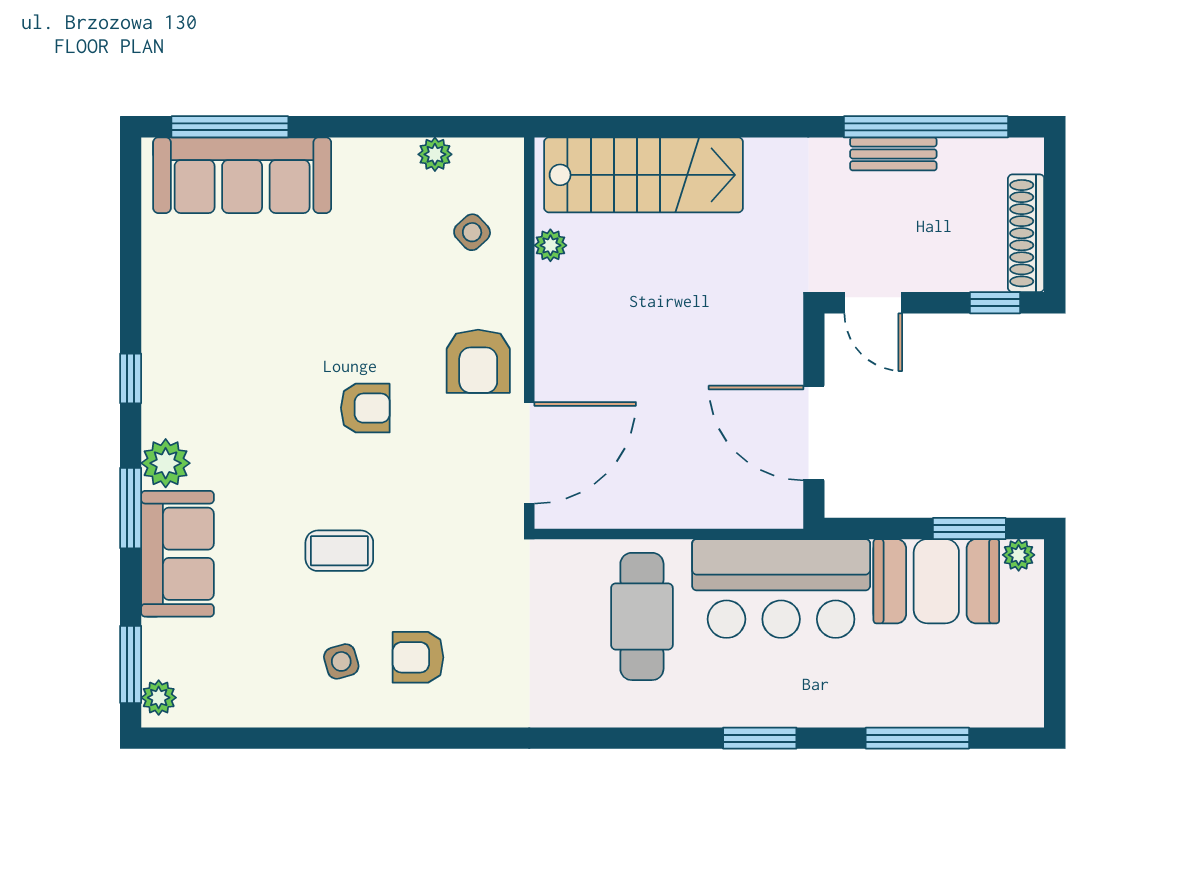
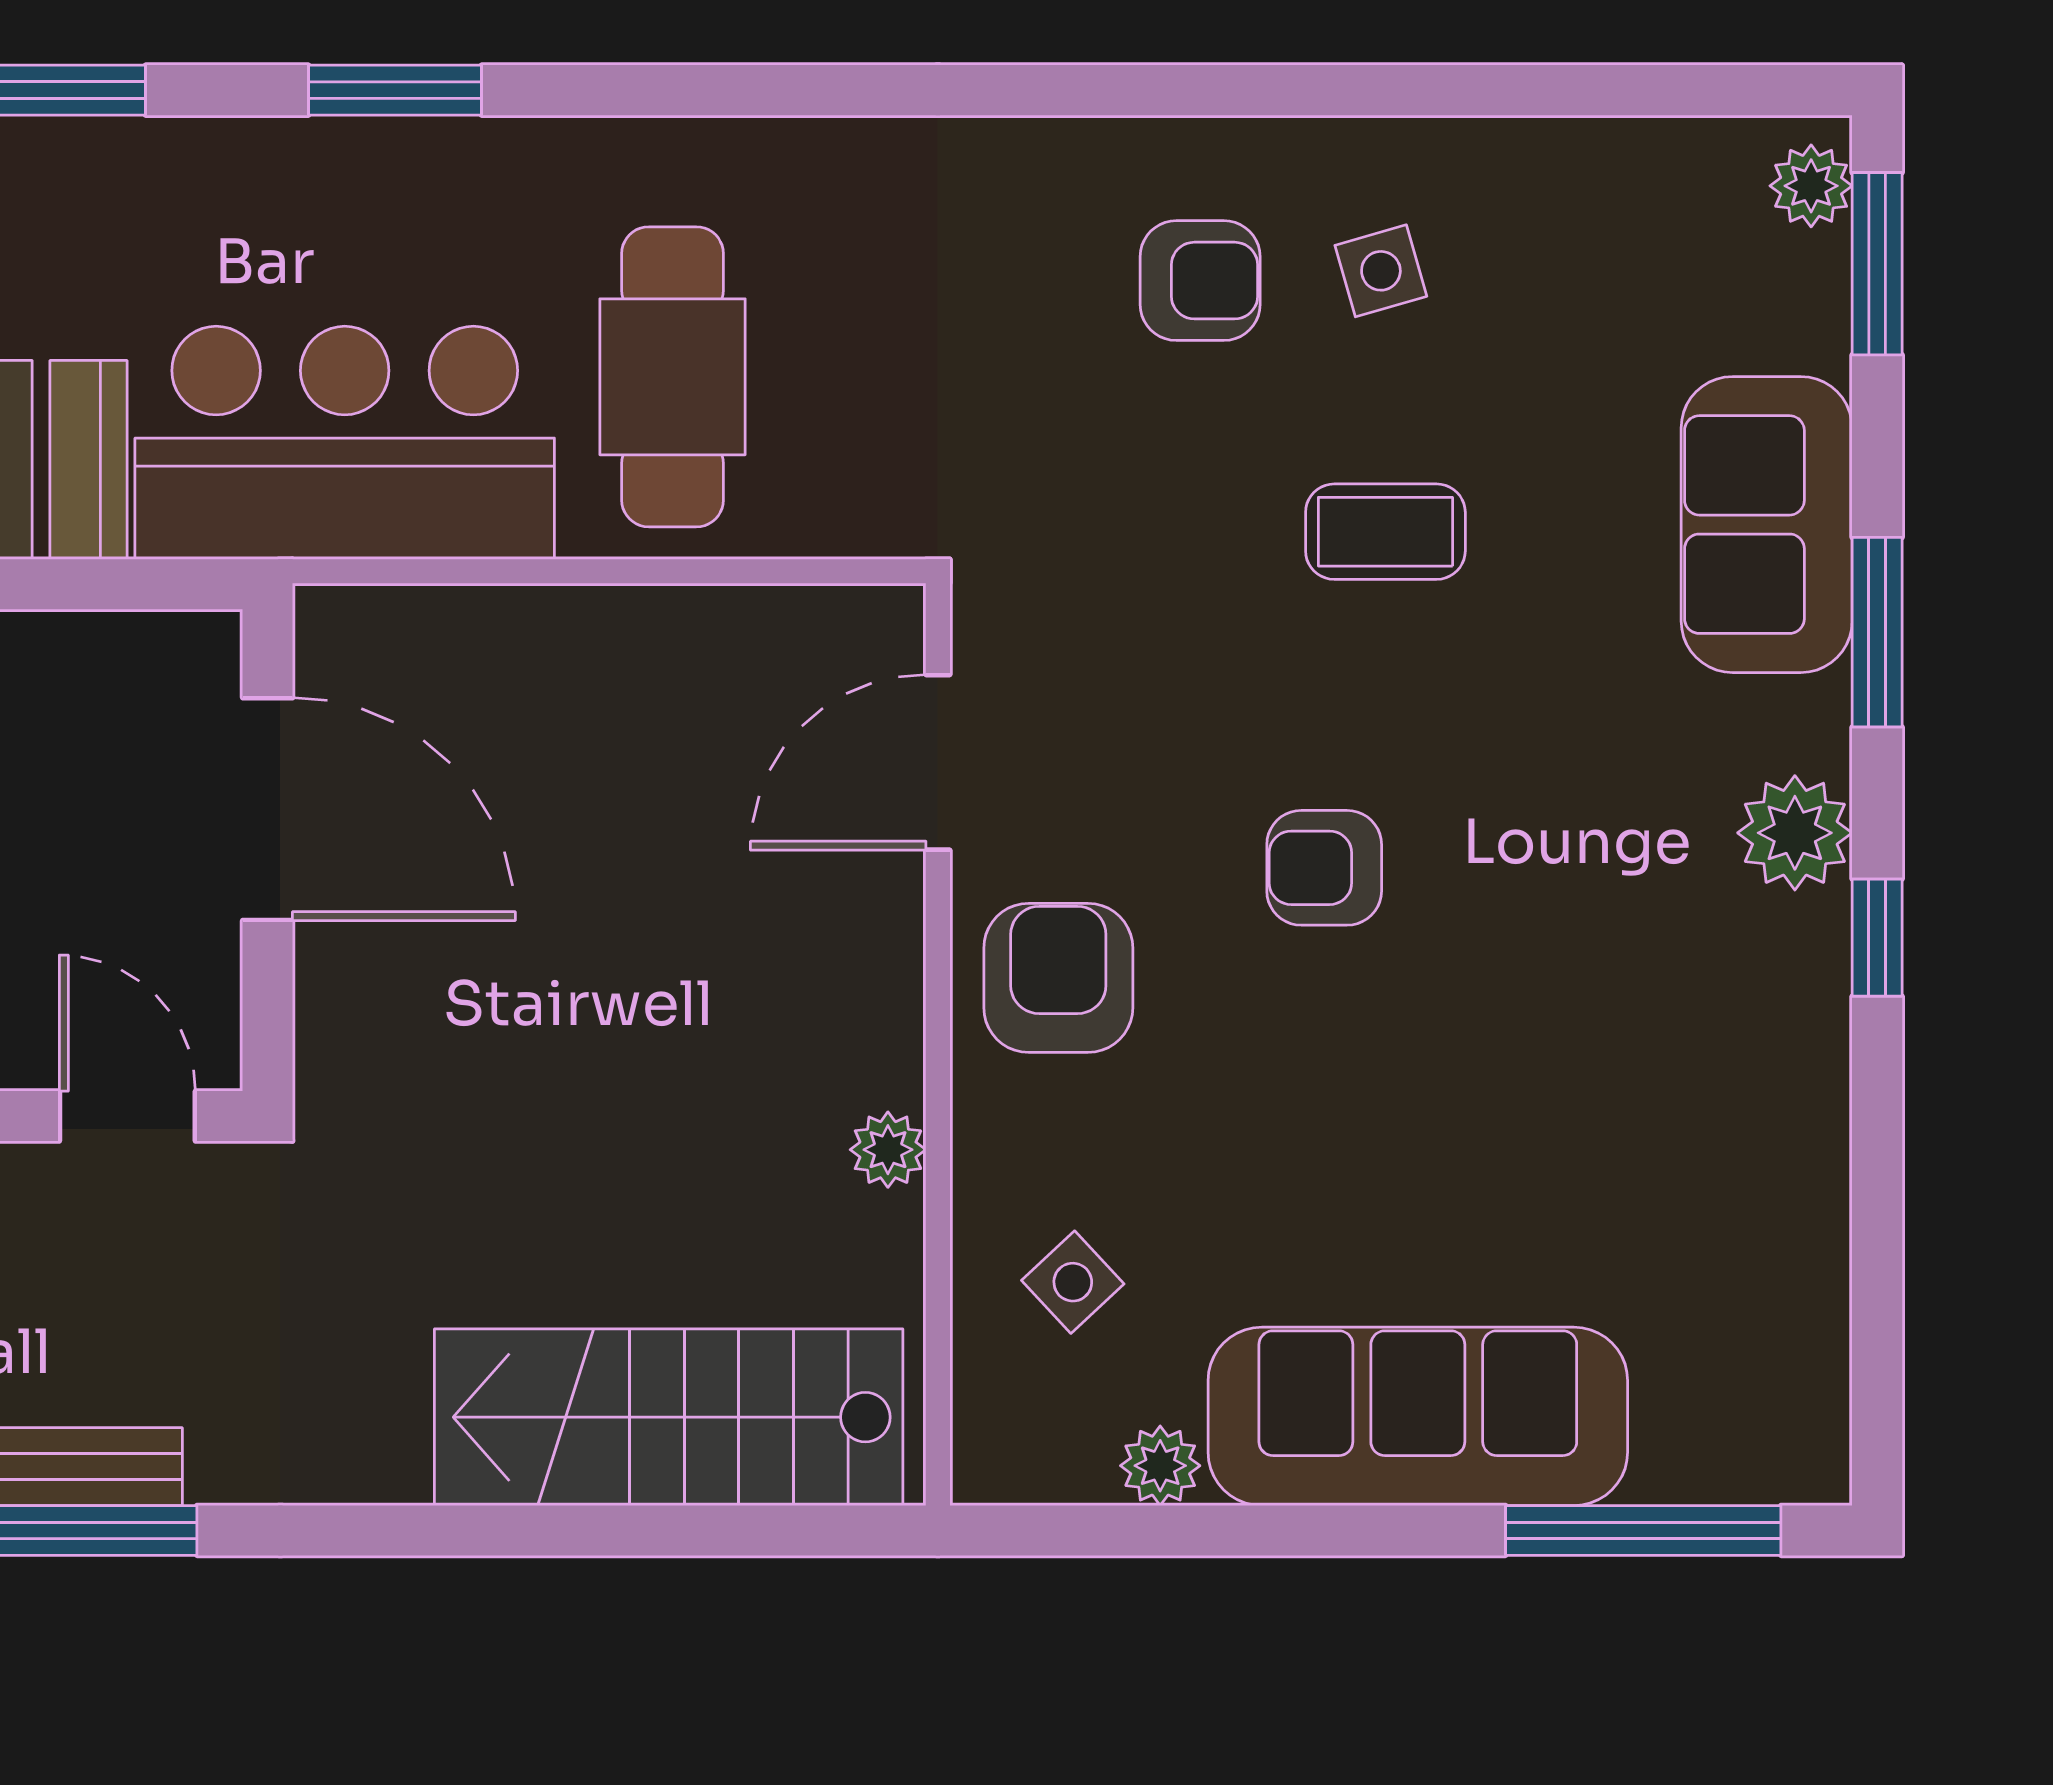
sofa: (242, 175) -> (1418, 1416), moved
plant: (550, 245) -> (888, 1150), moved
door: (529, 453) -> (938, 762), width x0.73
plant: (166, 463) -> (1795, 833), moved

